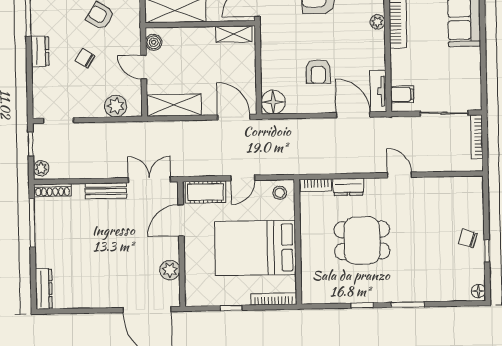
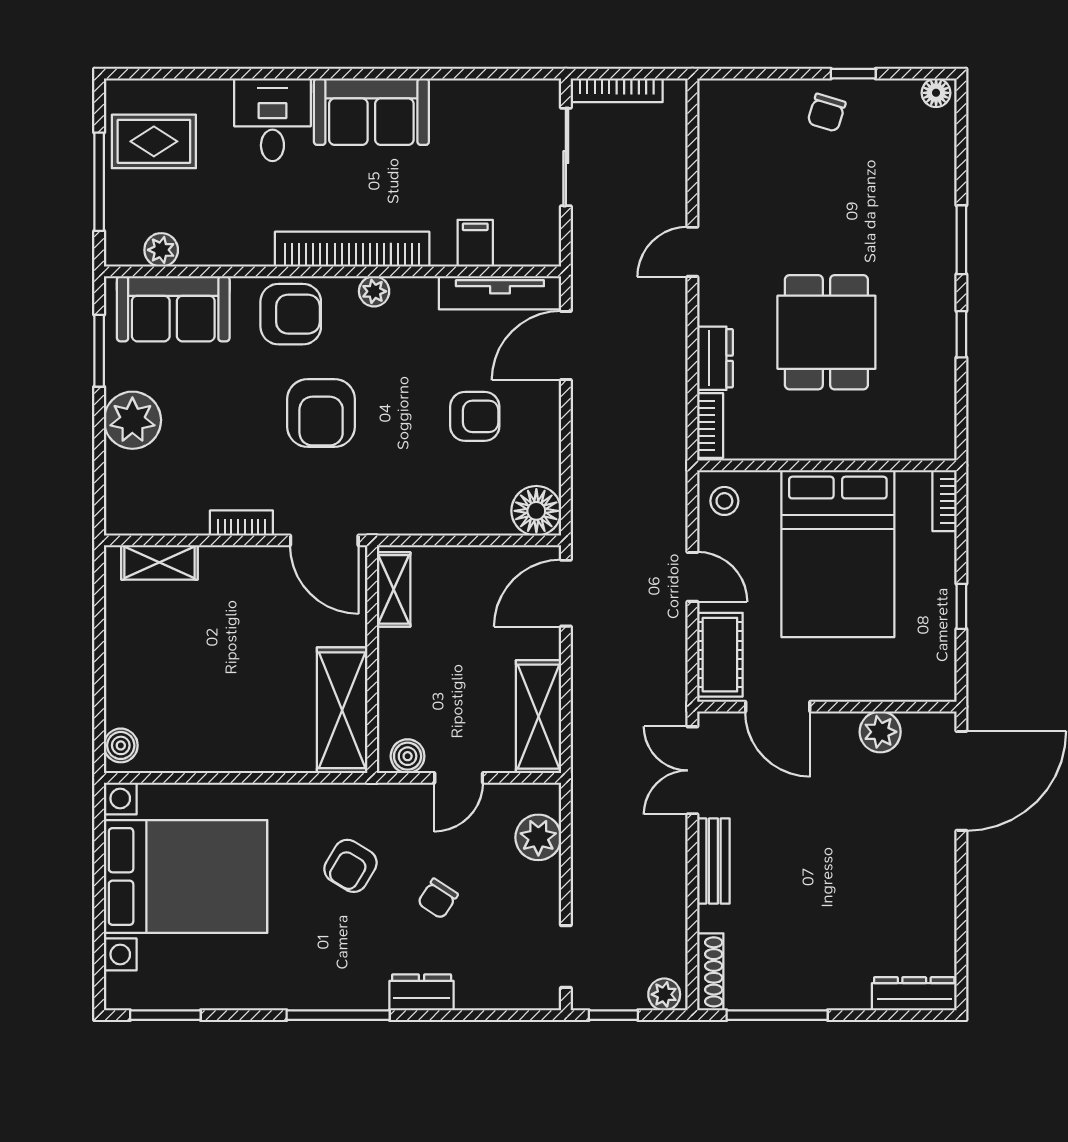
tv unit: (378, 91) -> (500, 293), width x1.41
filing cabinet: (402, 94) -> (475, 243), moved
bookcase: (274, 299) -> (945, 501), width x0.64

